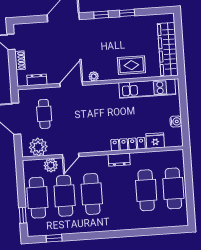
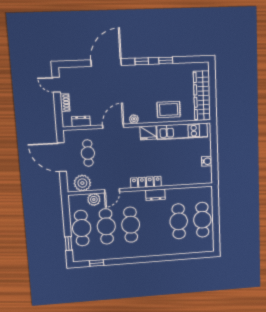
fridge: (155, 141) -> (148, 133), moved, turned 180
locker: (128, 144) -> (146, 182), moved

